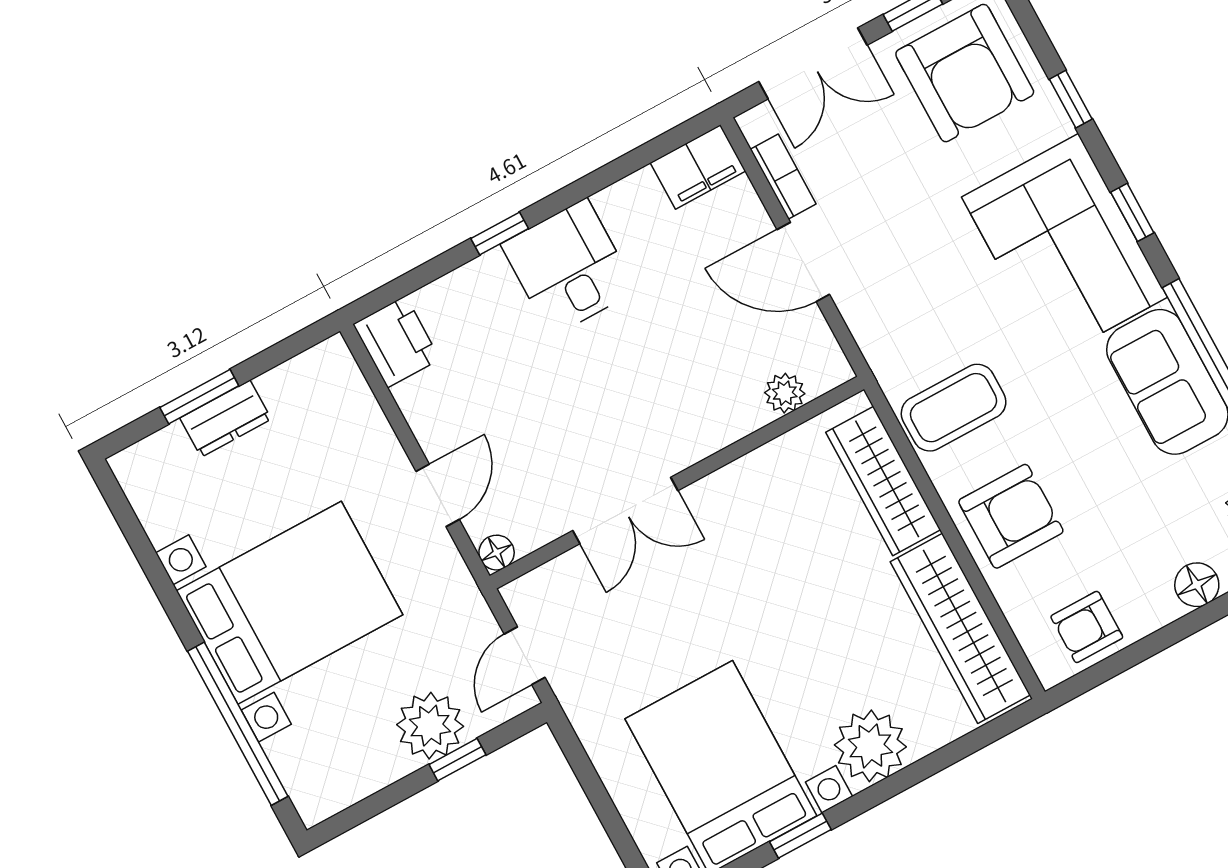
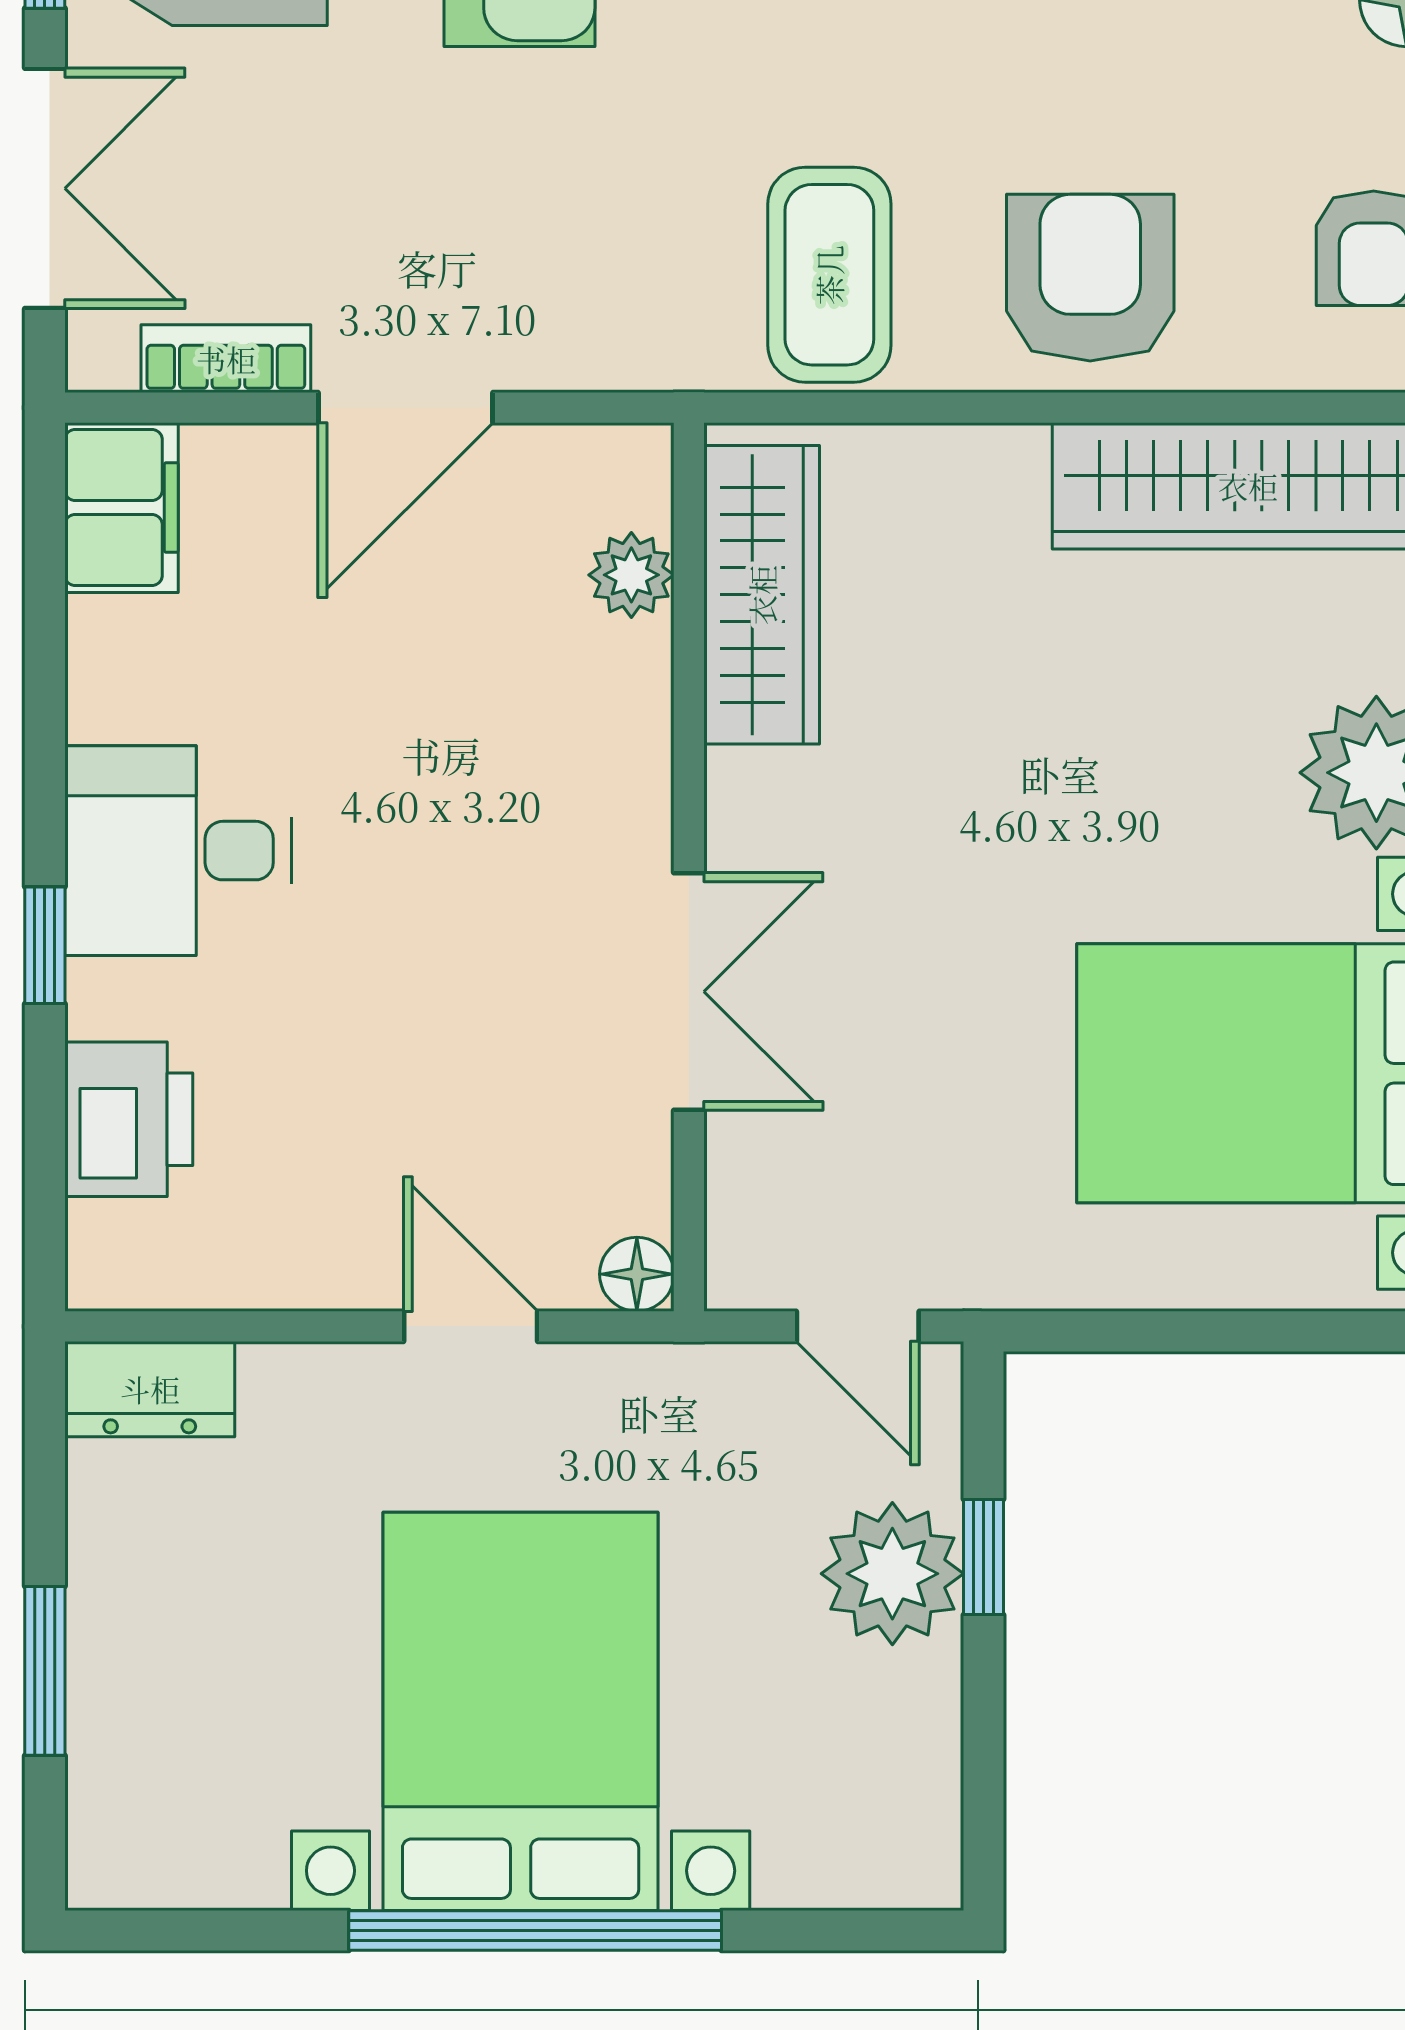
printer: (396, 342) -> (129, 1119), moved, turned 90
dresser: (226, 419) -> (150, 1389), moved, turned 90
wardrobe: (883, 481) -> (762, 595), moved, turned -90
window: (238, 724) -> (535, 1930), moved

